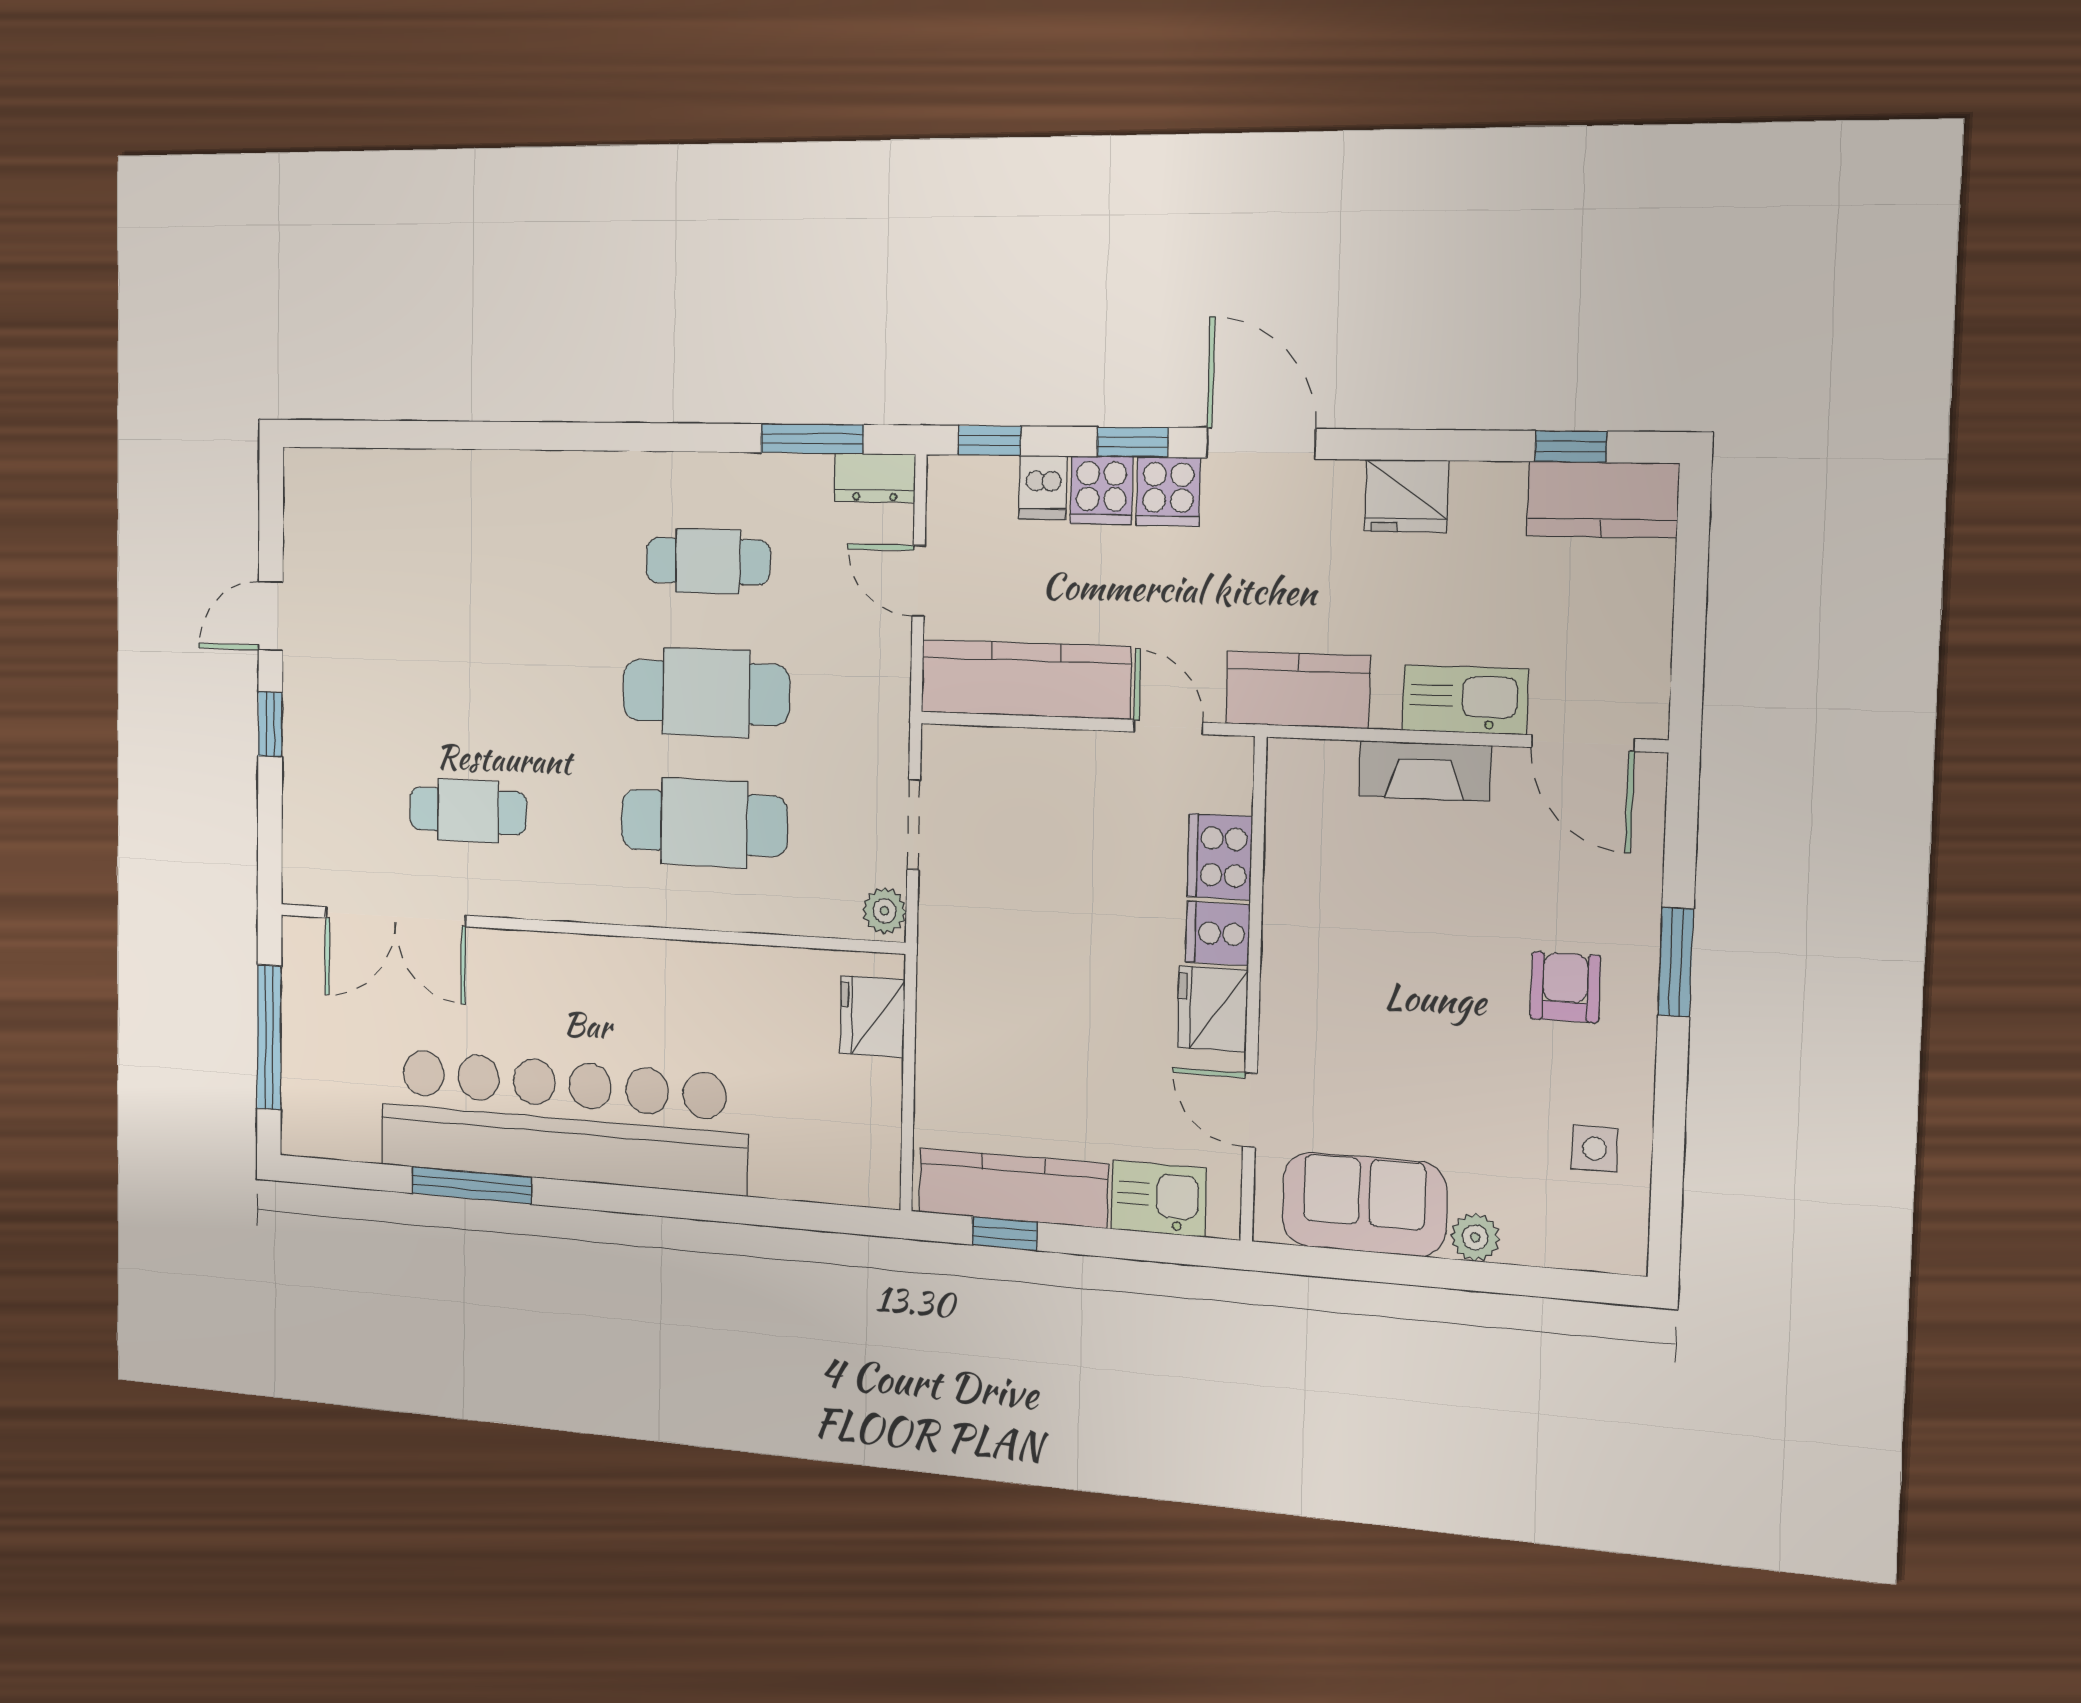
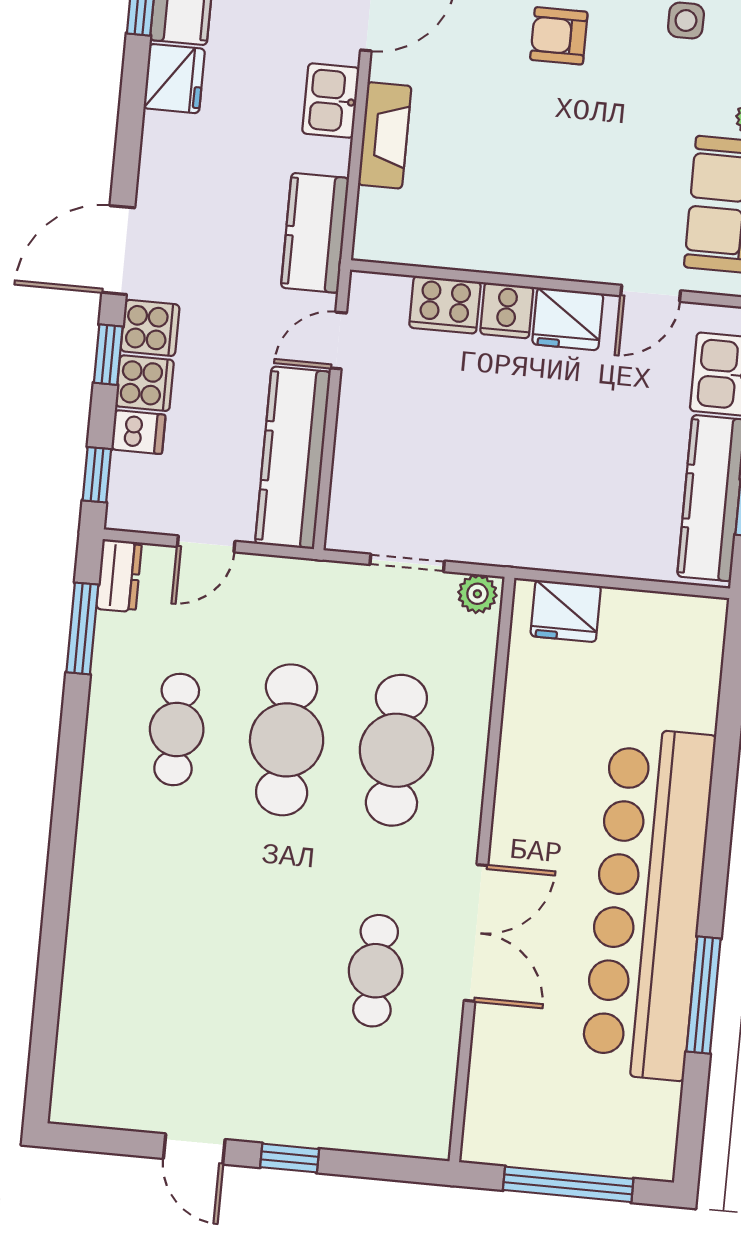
fridge: (1407, 496) -> (174, 79), moved
kitchen sink: (1465, 700) -> (331, 101), width x0.73
double door: (395, 917) -> (476, 933), moved

